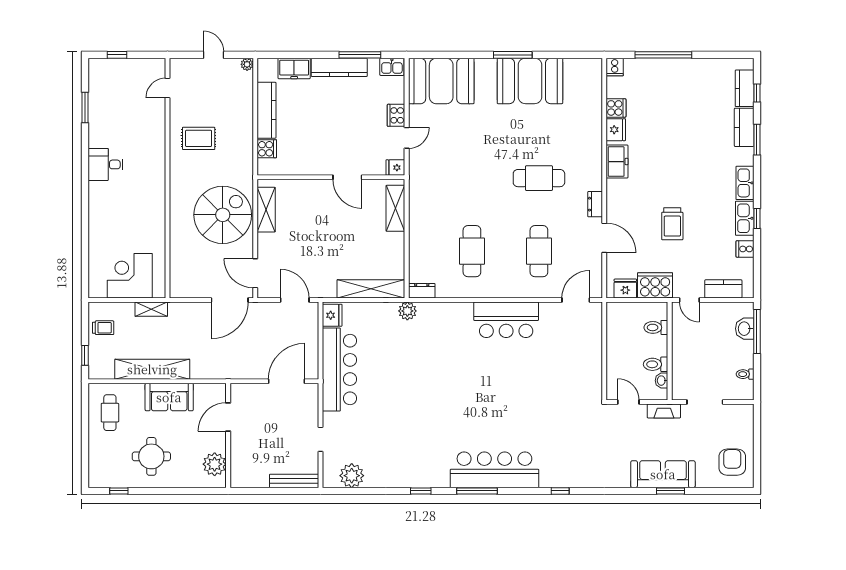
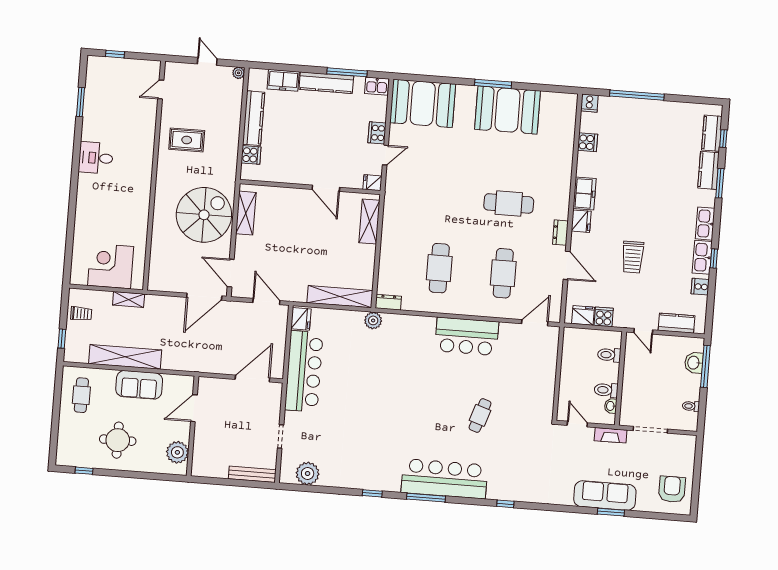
fridge: (616, 130) -> (581, 221), moved
cooker: (655, 285) -> (604, 317), width x0.53, depth x0.76
cafe table: (526, 401) -> (480, 415), added

